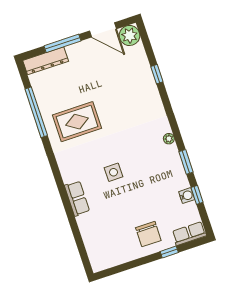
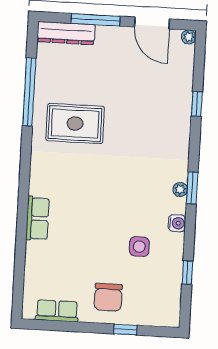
plant: (130, 35) -> (189, 37), width x0.53, depth x0.53
window: (186, 162) -> (192, 188), moved
side table: (113, 172) -> (139, 247), moved
water cooler: (187, 196) -> (177, 223), moved
row of seats: (189, 234) -> (57, 311), moved

